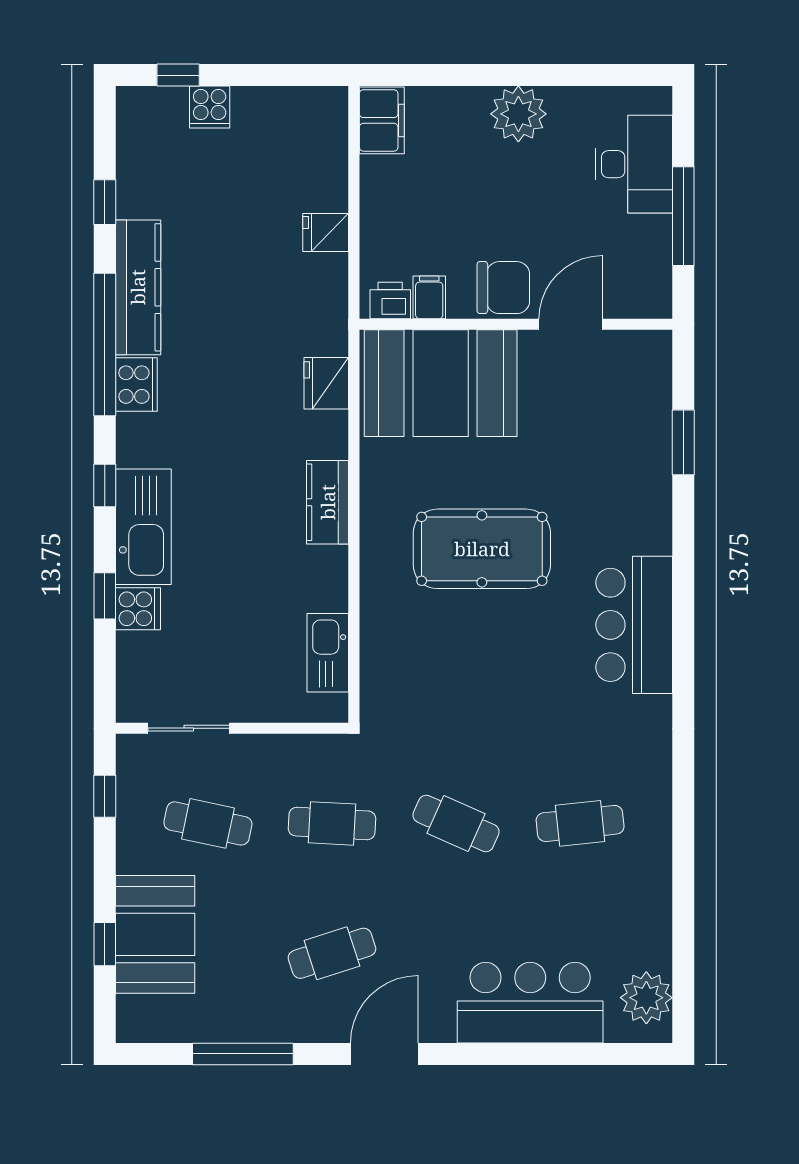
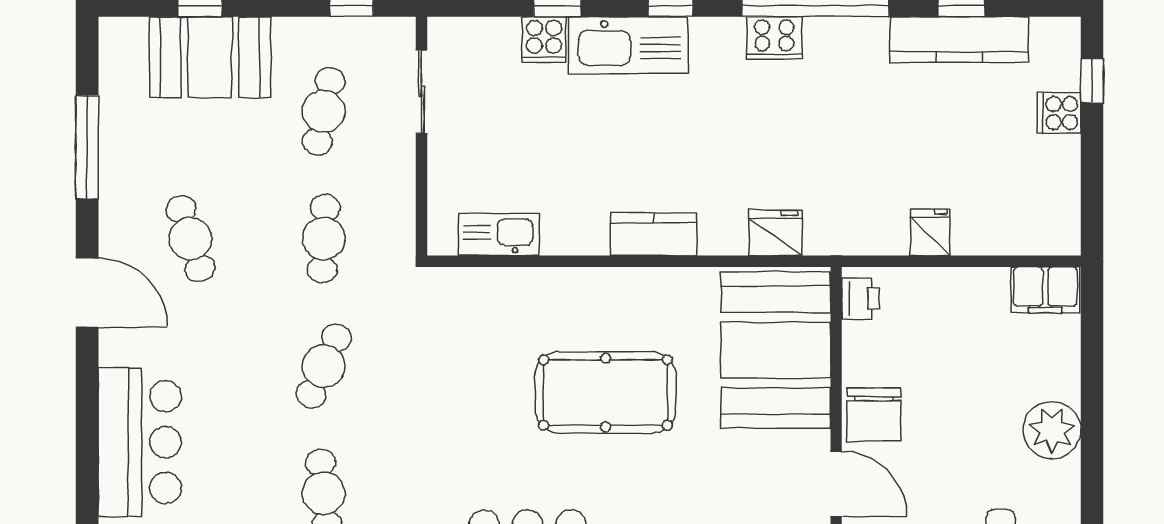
kitchen counter: (138, 287) -> (959, 40), moved
filing cabinet: (429, 297) -> (864, 339), removed
pool table: (482, 549) -> (606, 393), turned 90

